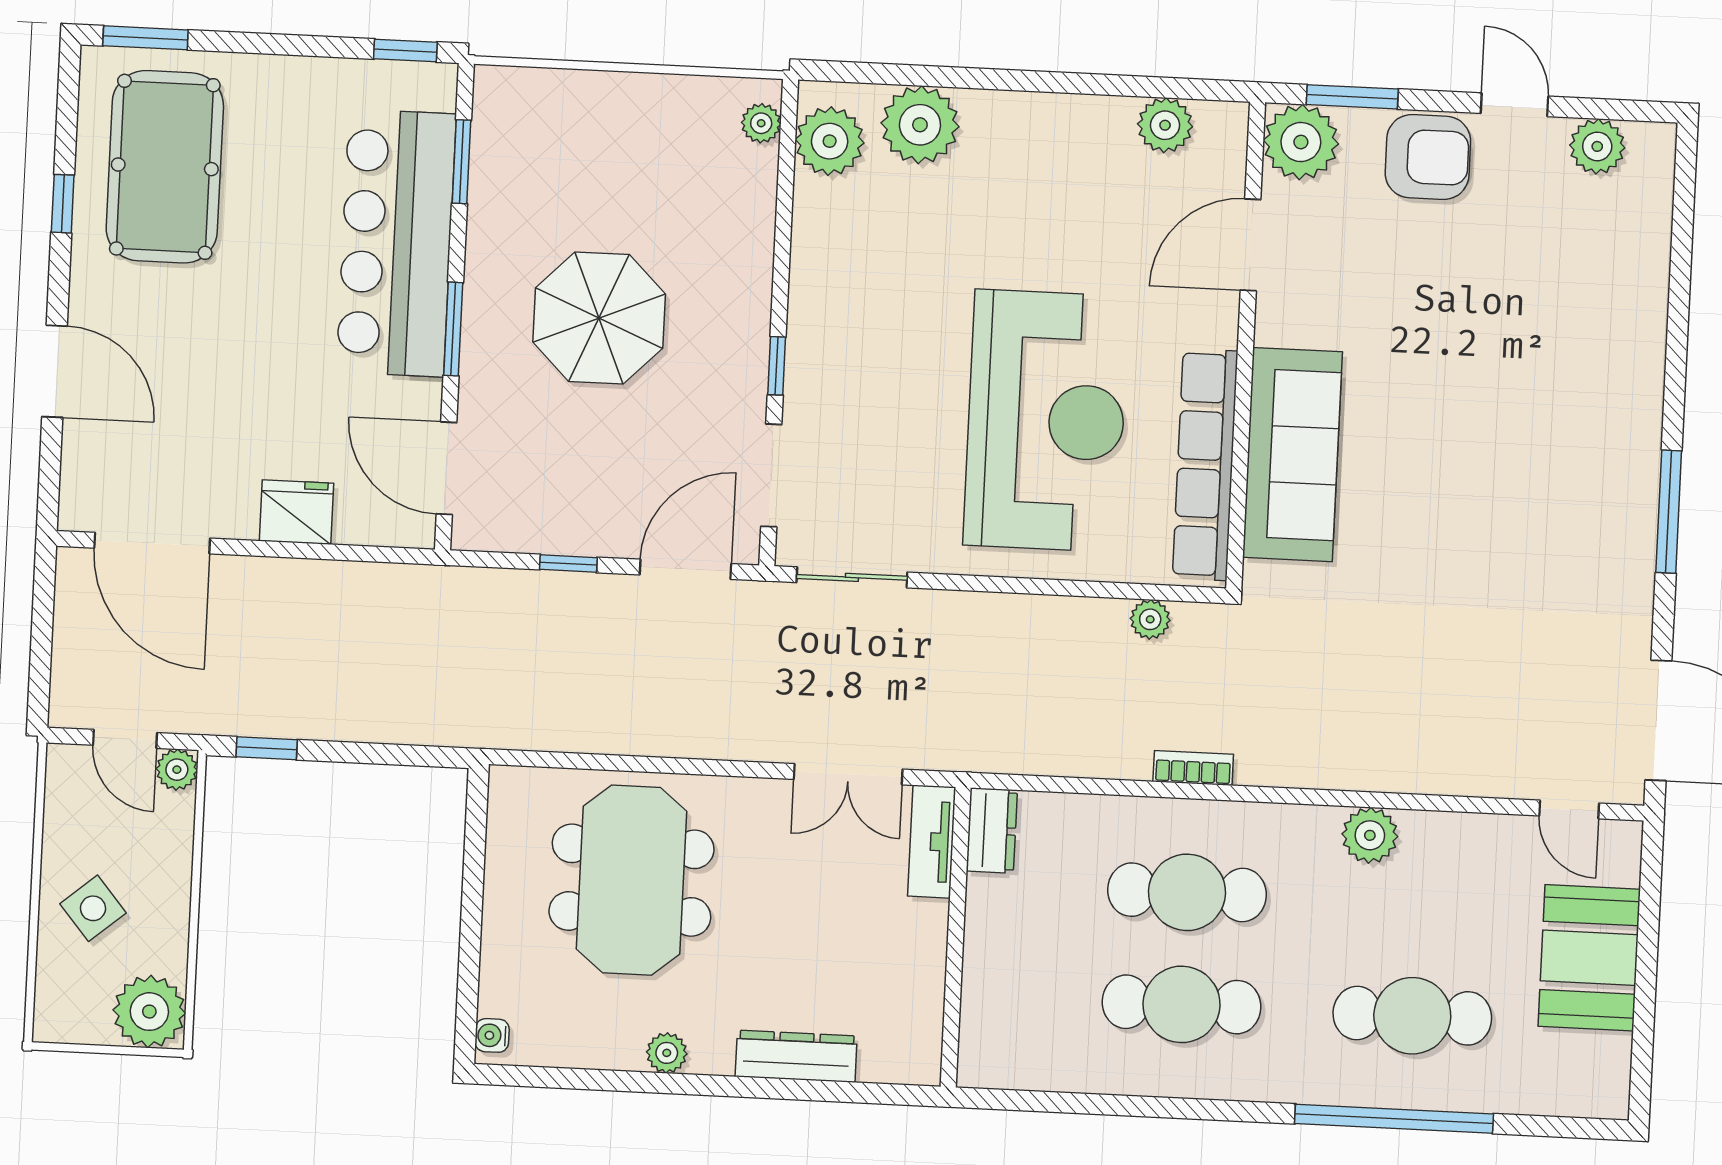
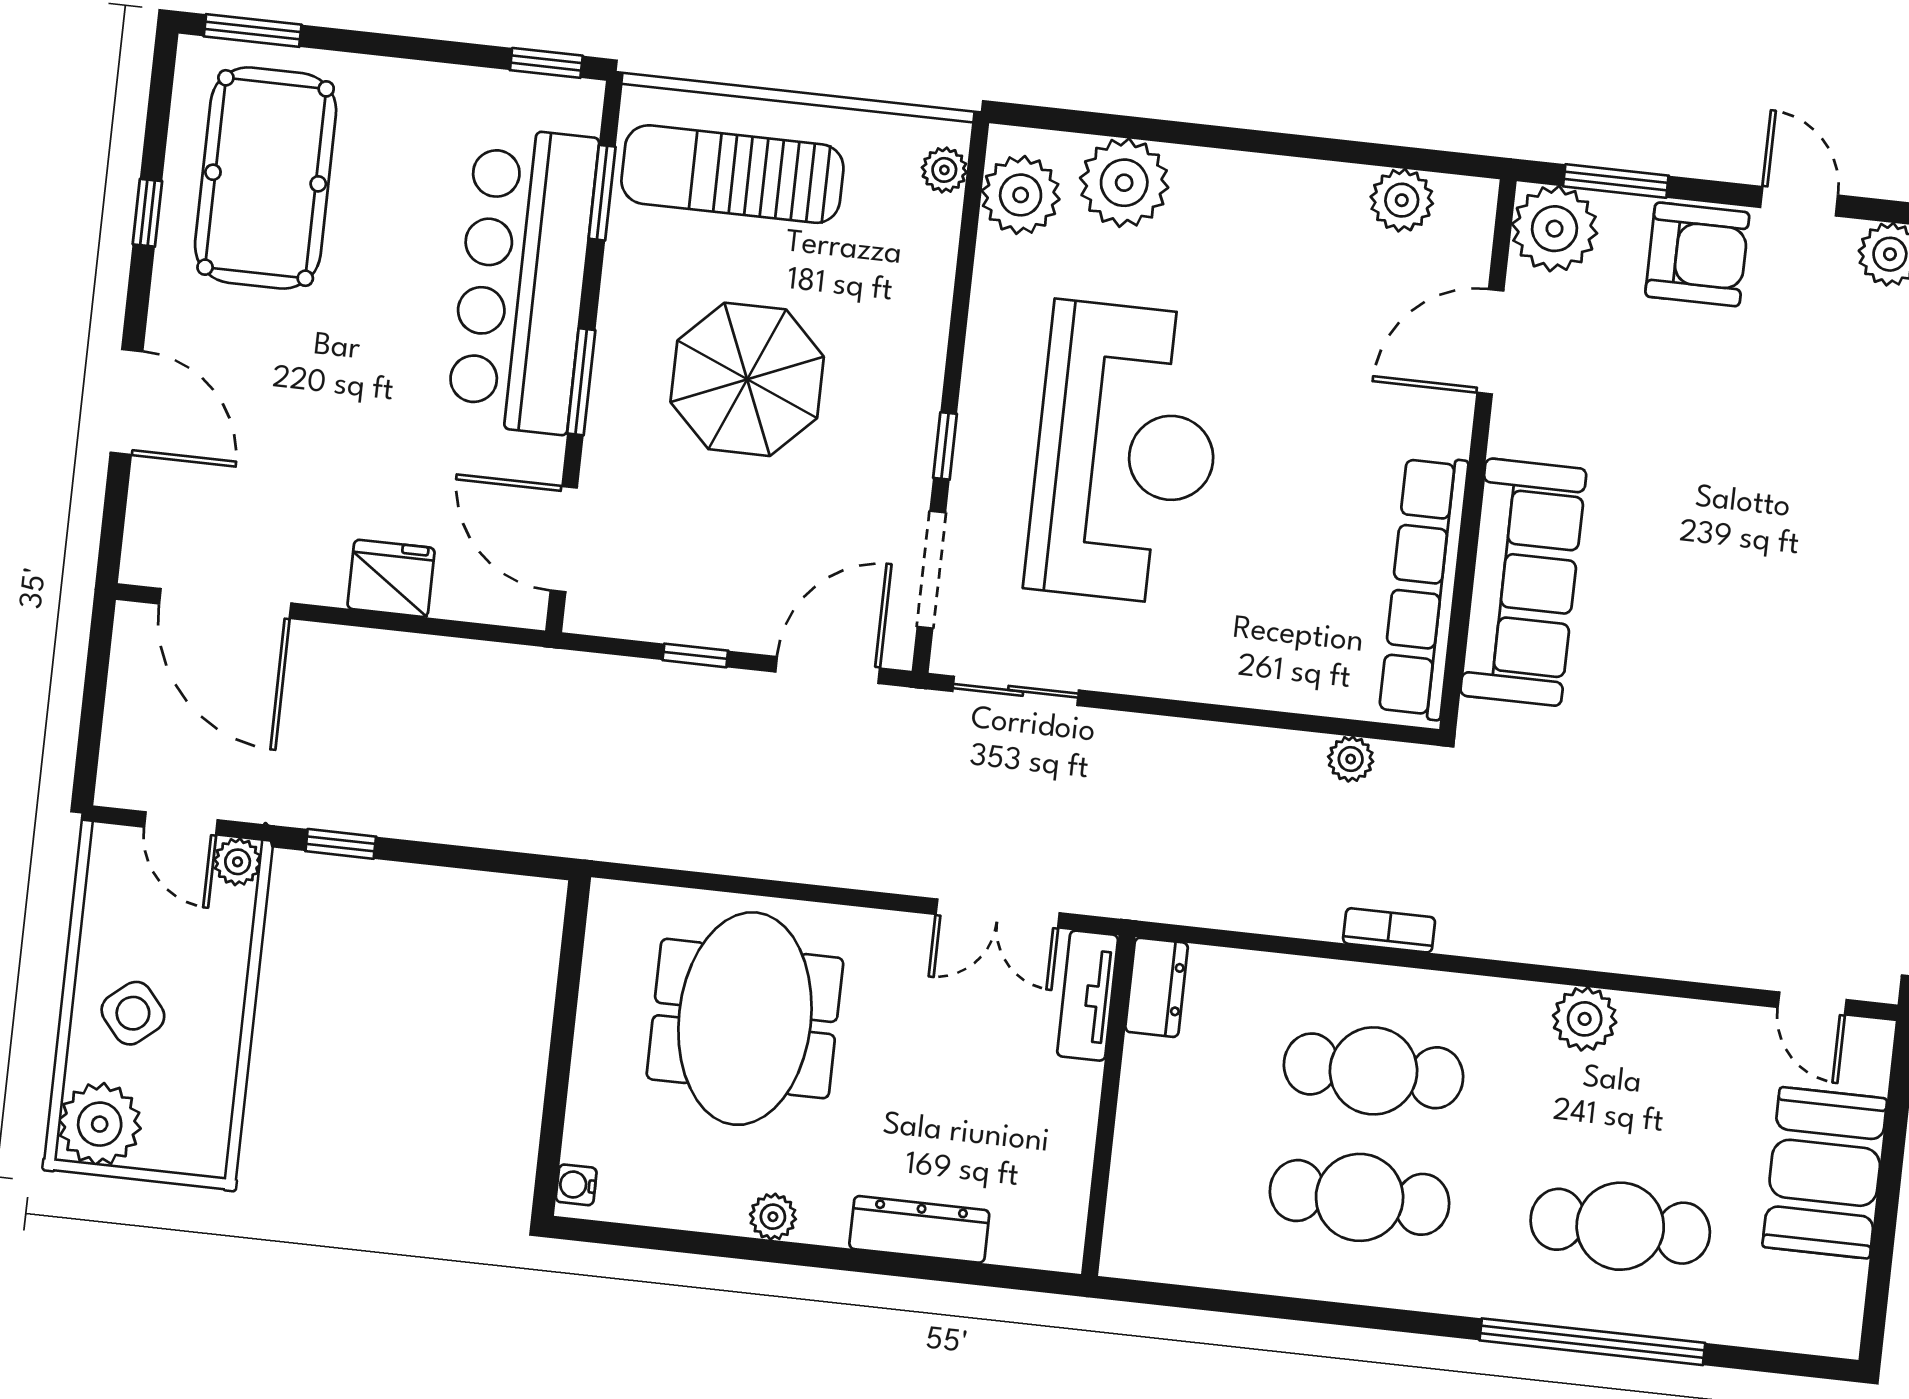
sun lounger: (575, 138) -> (732, 174), added
reception desk: (1046, 421) -> (1126, 453), moved
plant: (149, 1012) -> (100, 1124), moved

